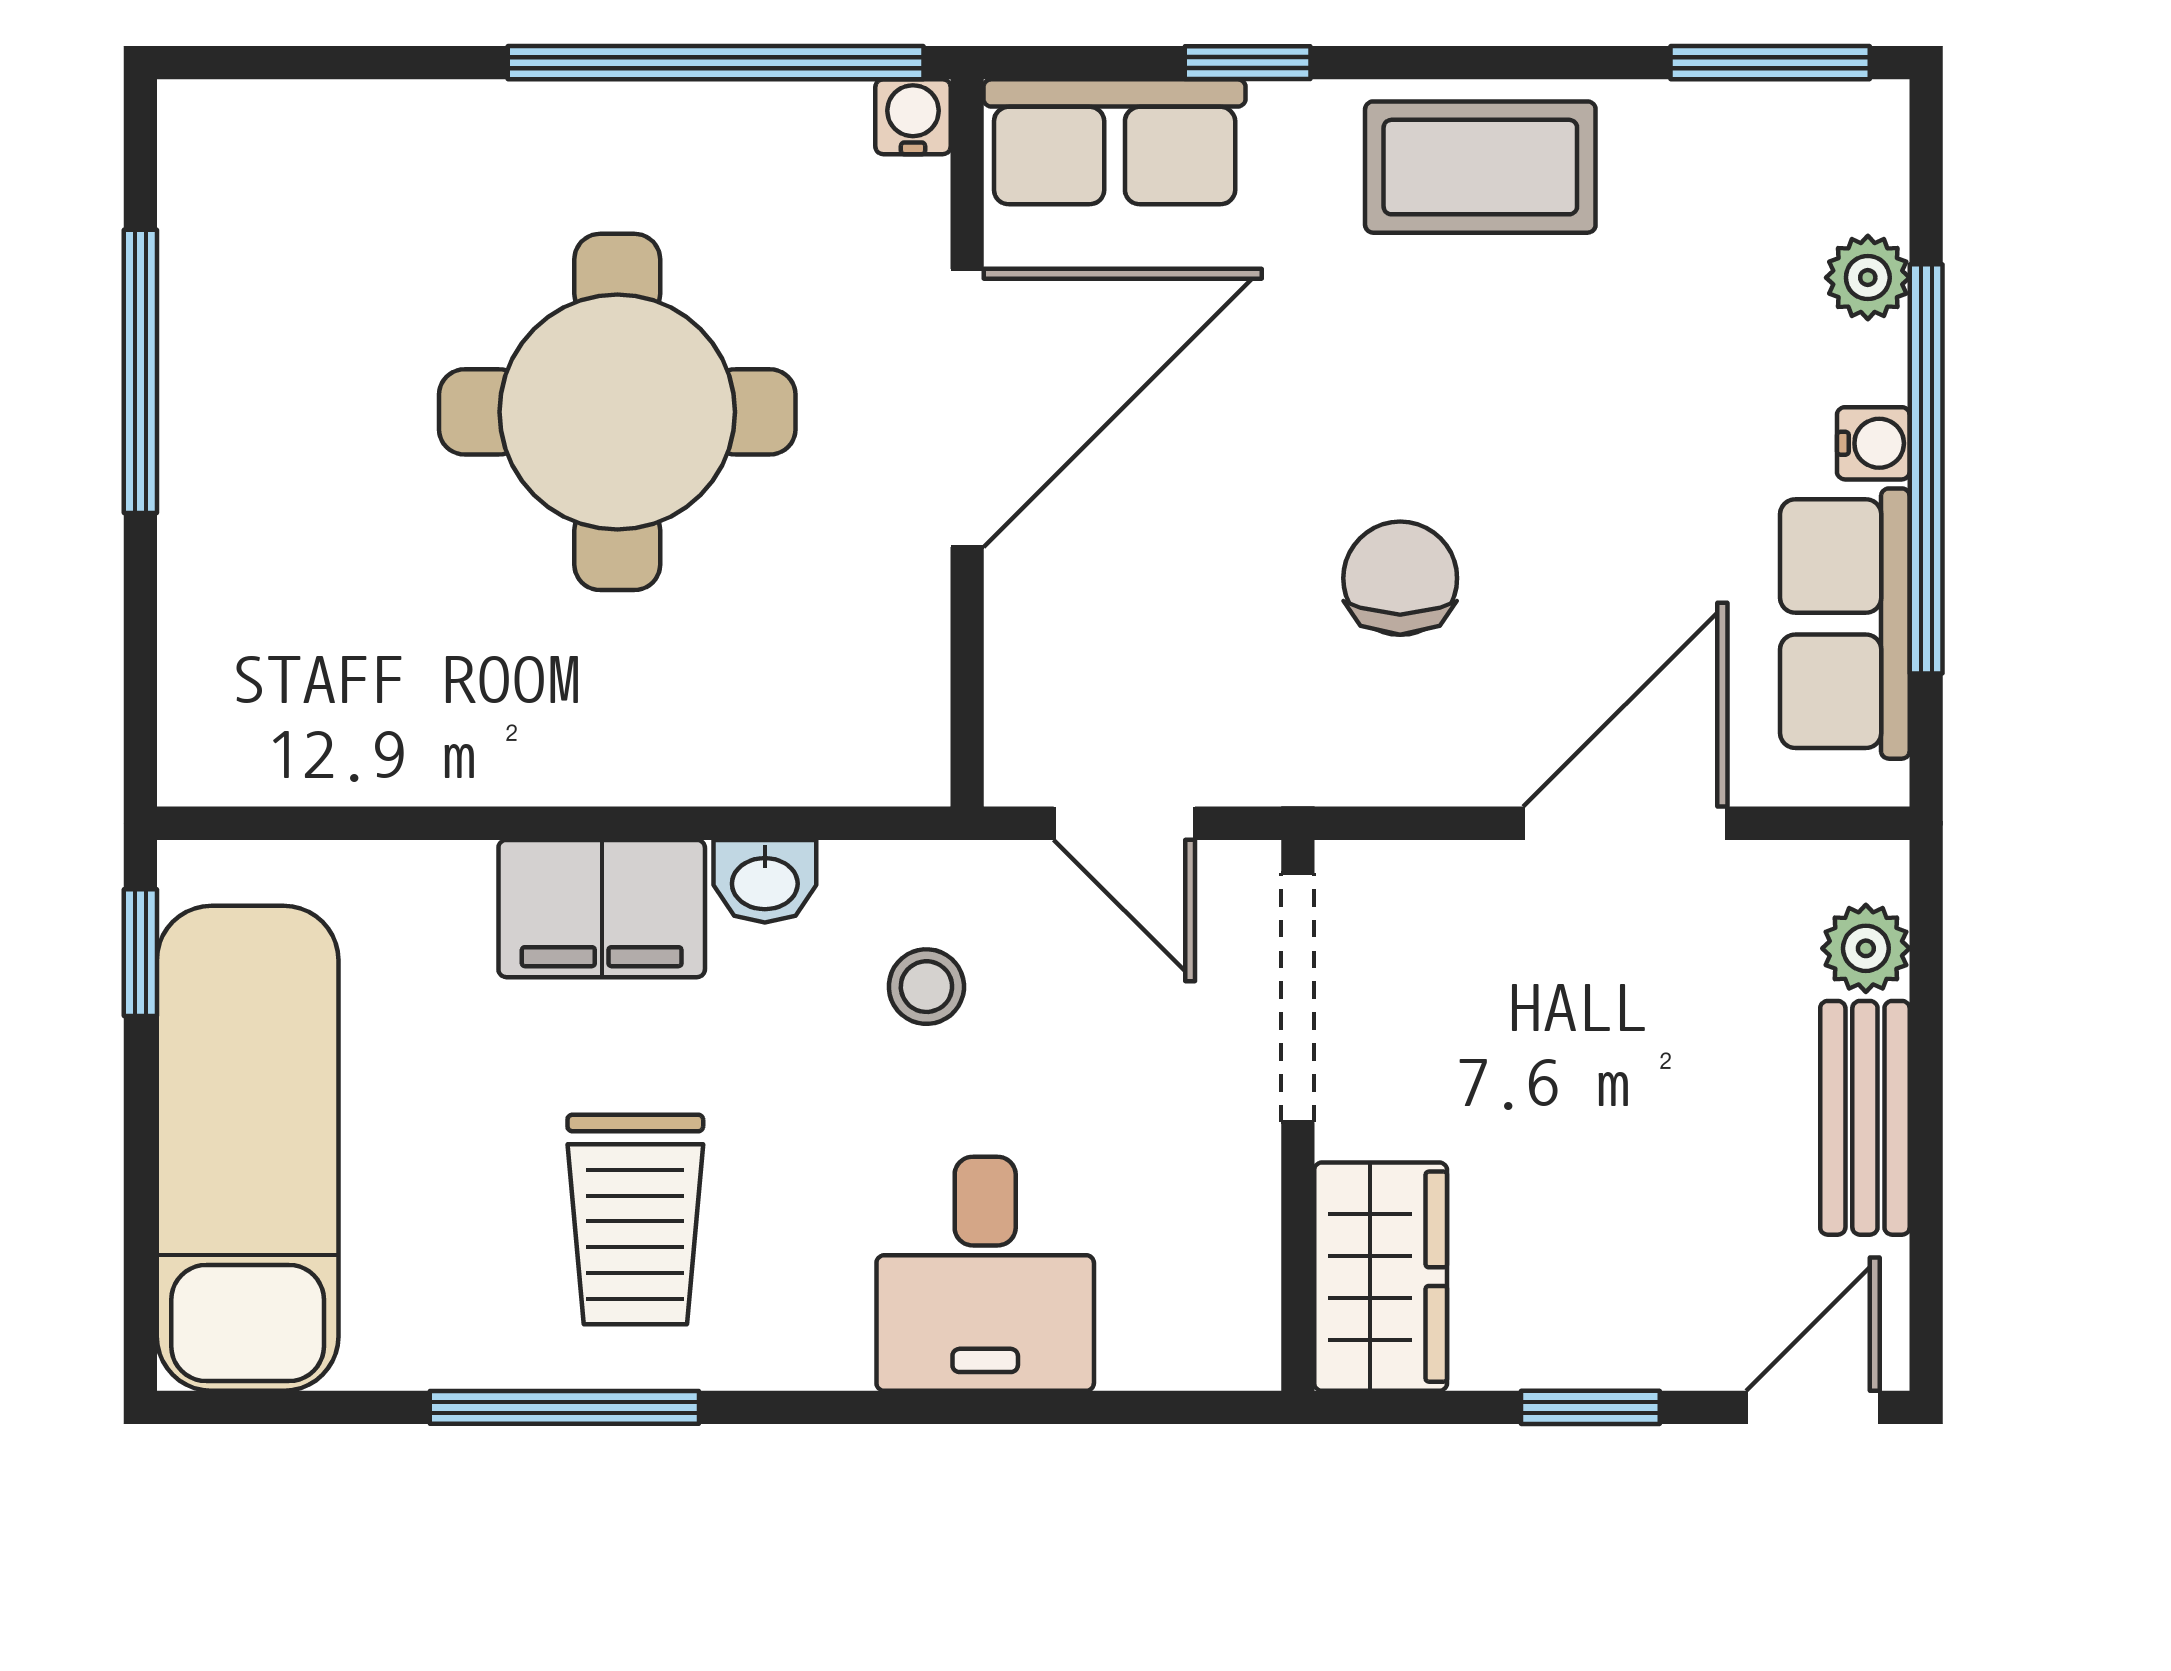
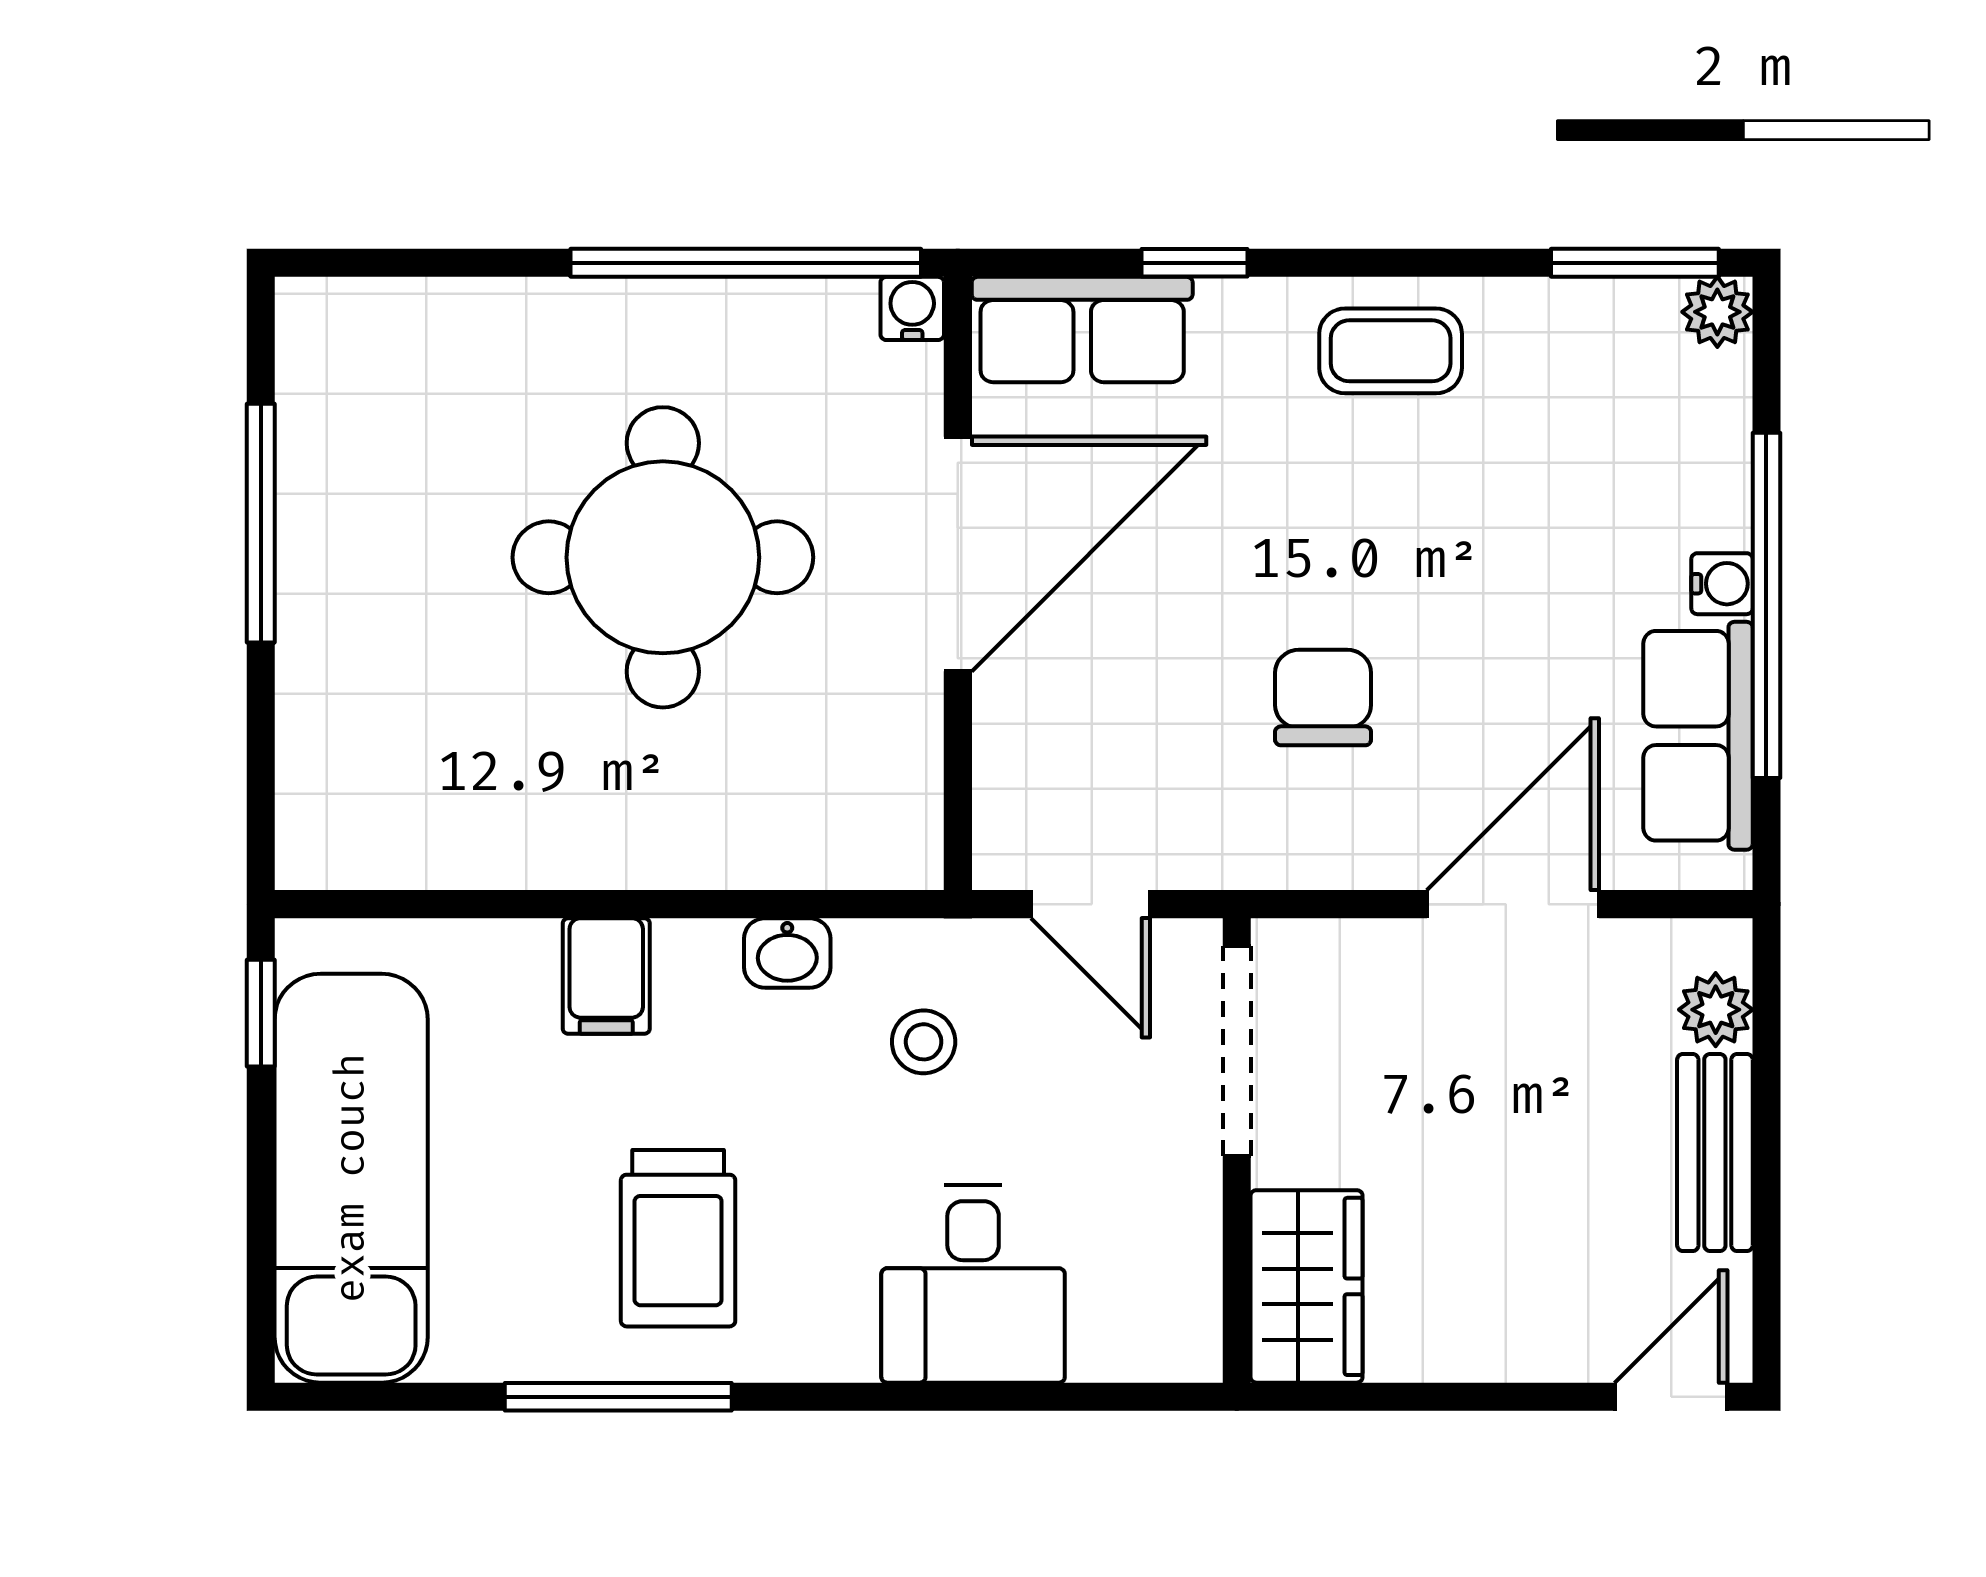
coffee table: (1480, 167) -> (1391, 351), width x0.73, depth x0.77
plant: (1868, 278) -> (1717, 312), moved
filing cabinet: (602, 909) -> (606, 976), width x0.50
window: (1590, 1407) -> (1483, 1397), removed

